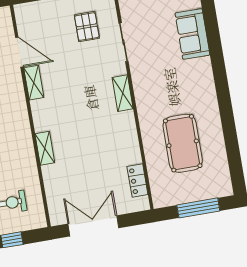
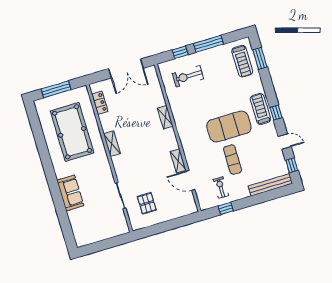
sofa: (192, 34) -> (70, 193), moved
shelving: (123, 93) -> (112, 144), moved
pool table: (183, 143) -> (72, 132), width x1.36, depth x1.32

